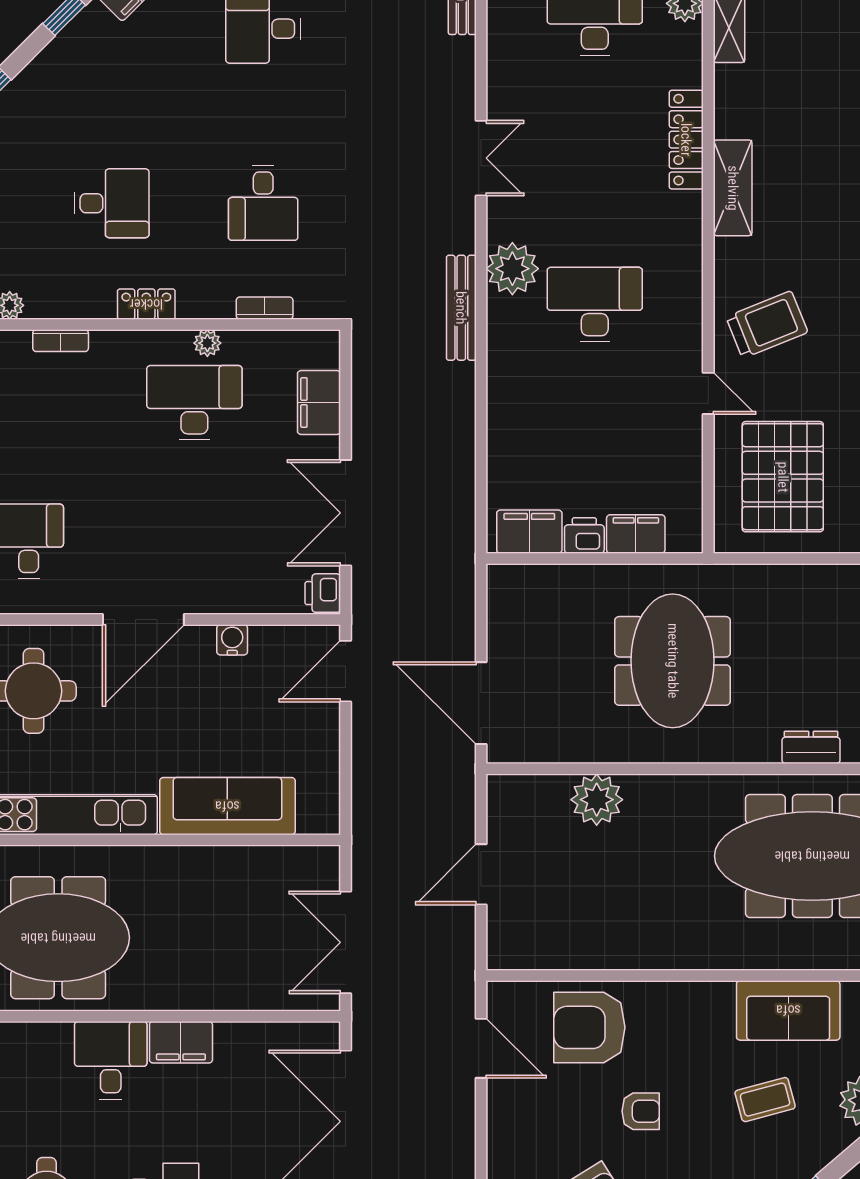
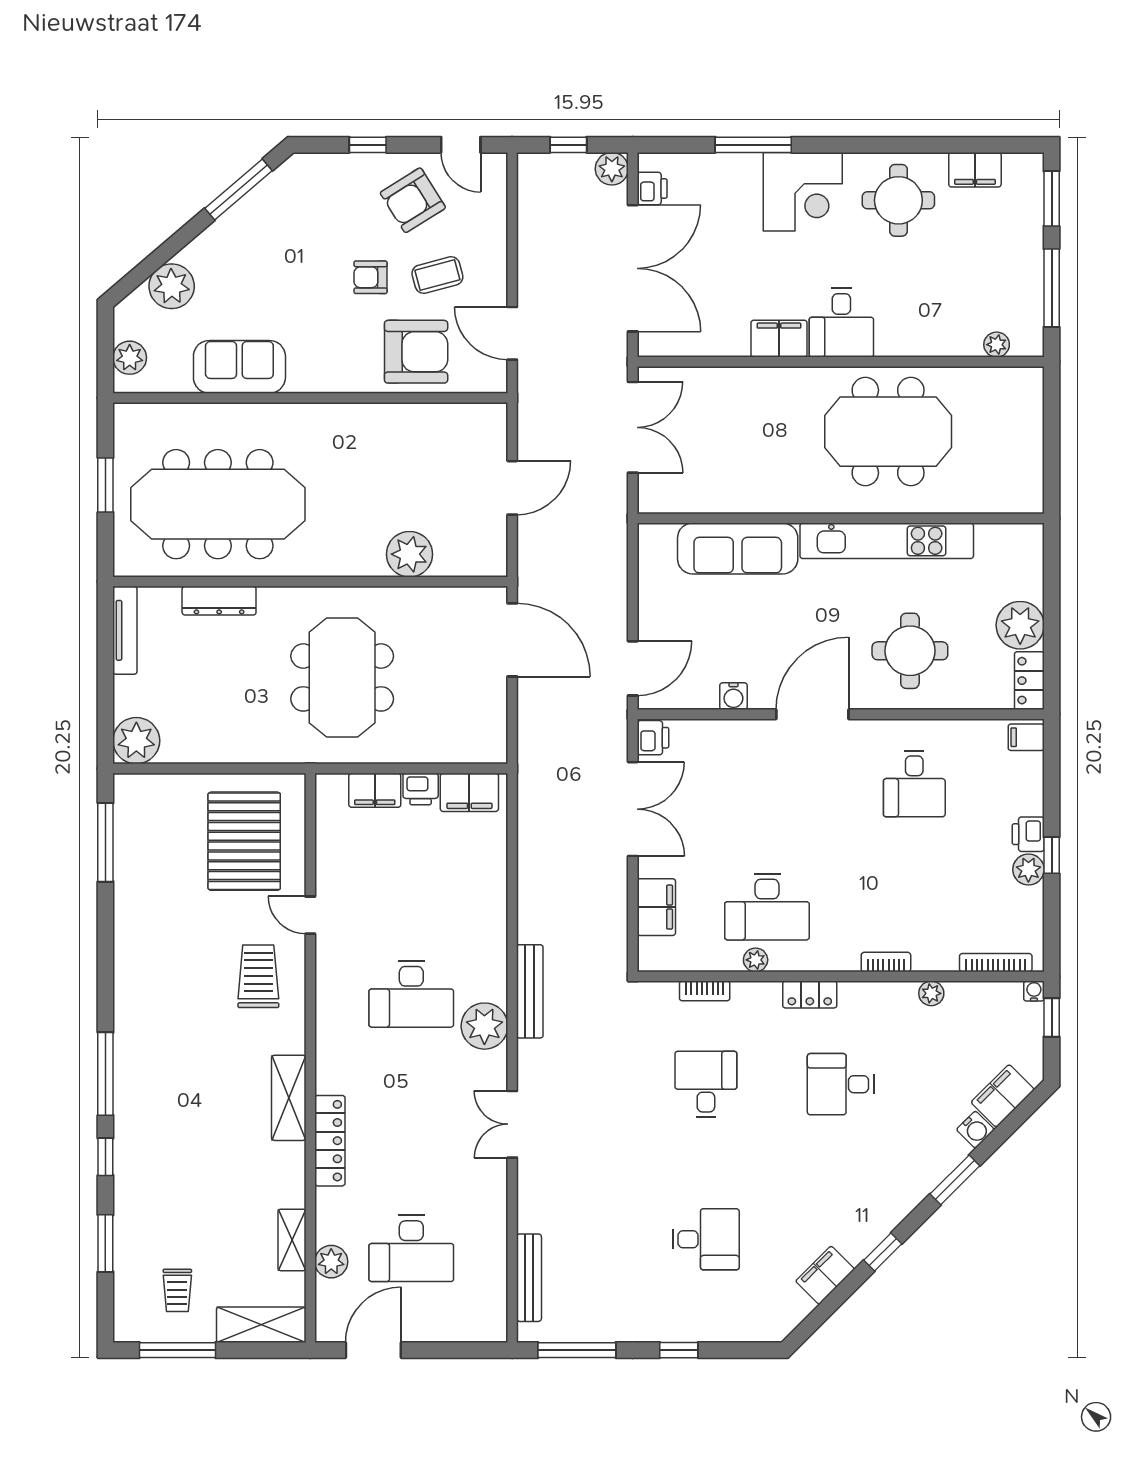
trolley: (767, 325) -> (258, 976), turned 112
dresser: (811, 747) -> (219, 601), width x1.44
coffee table: (765, 1100) -> (437, 275), moved

